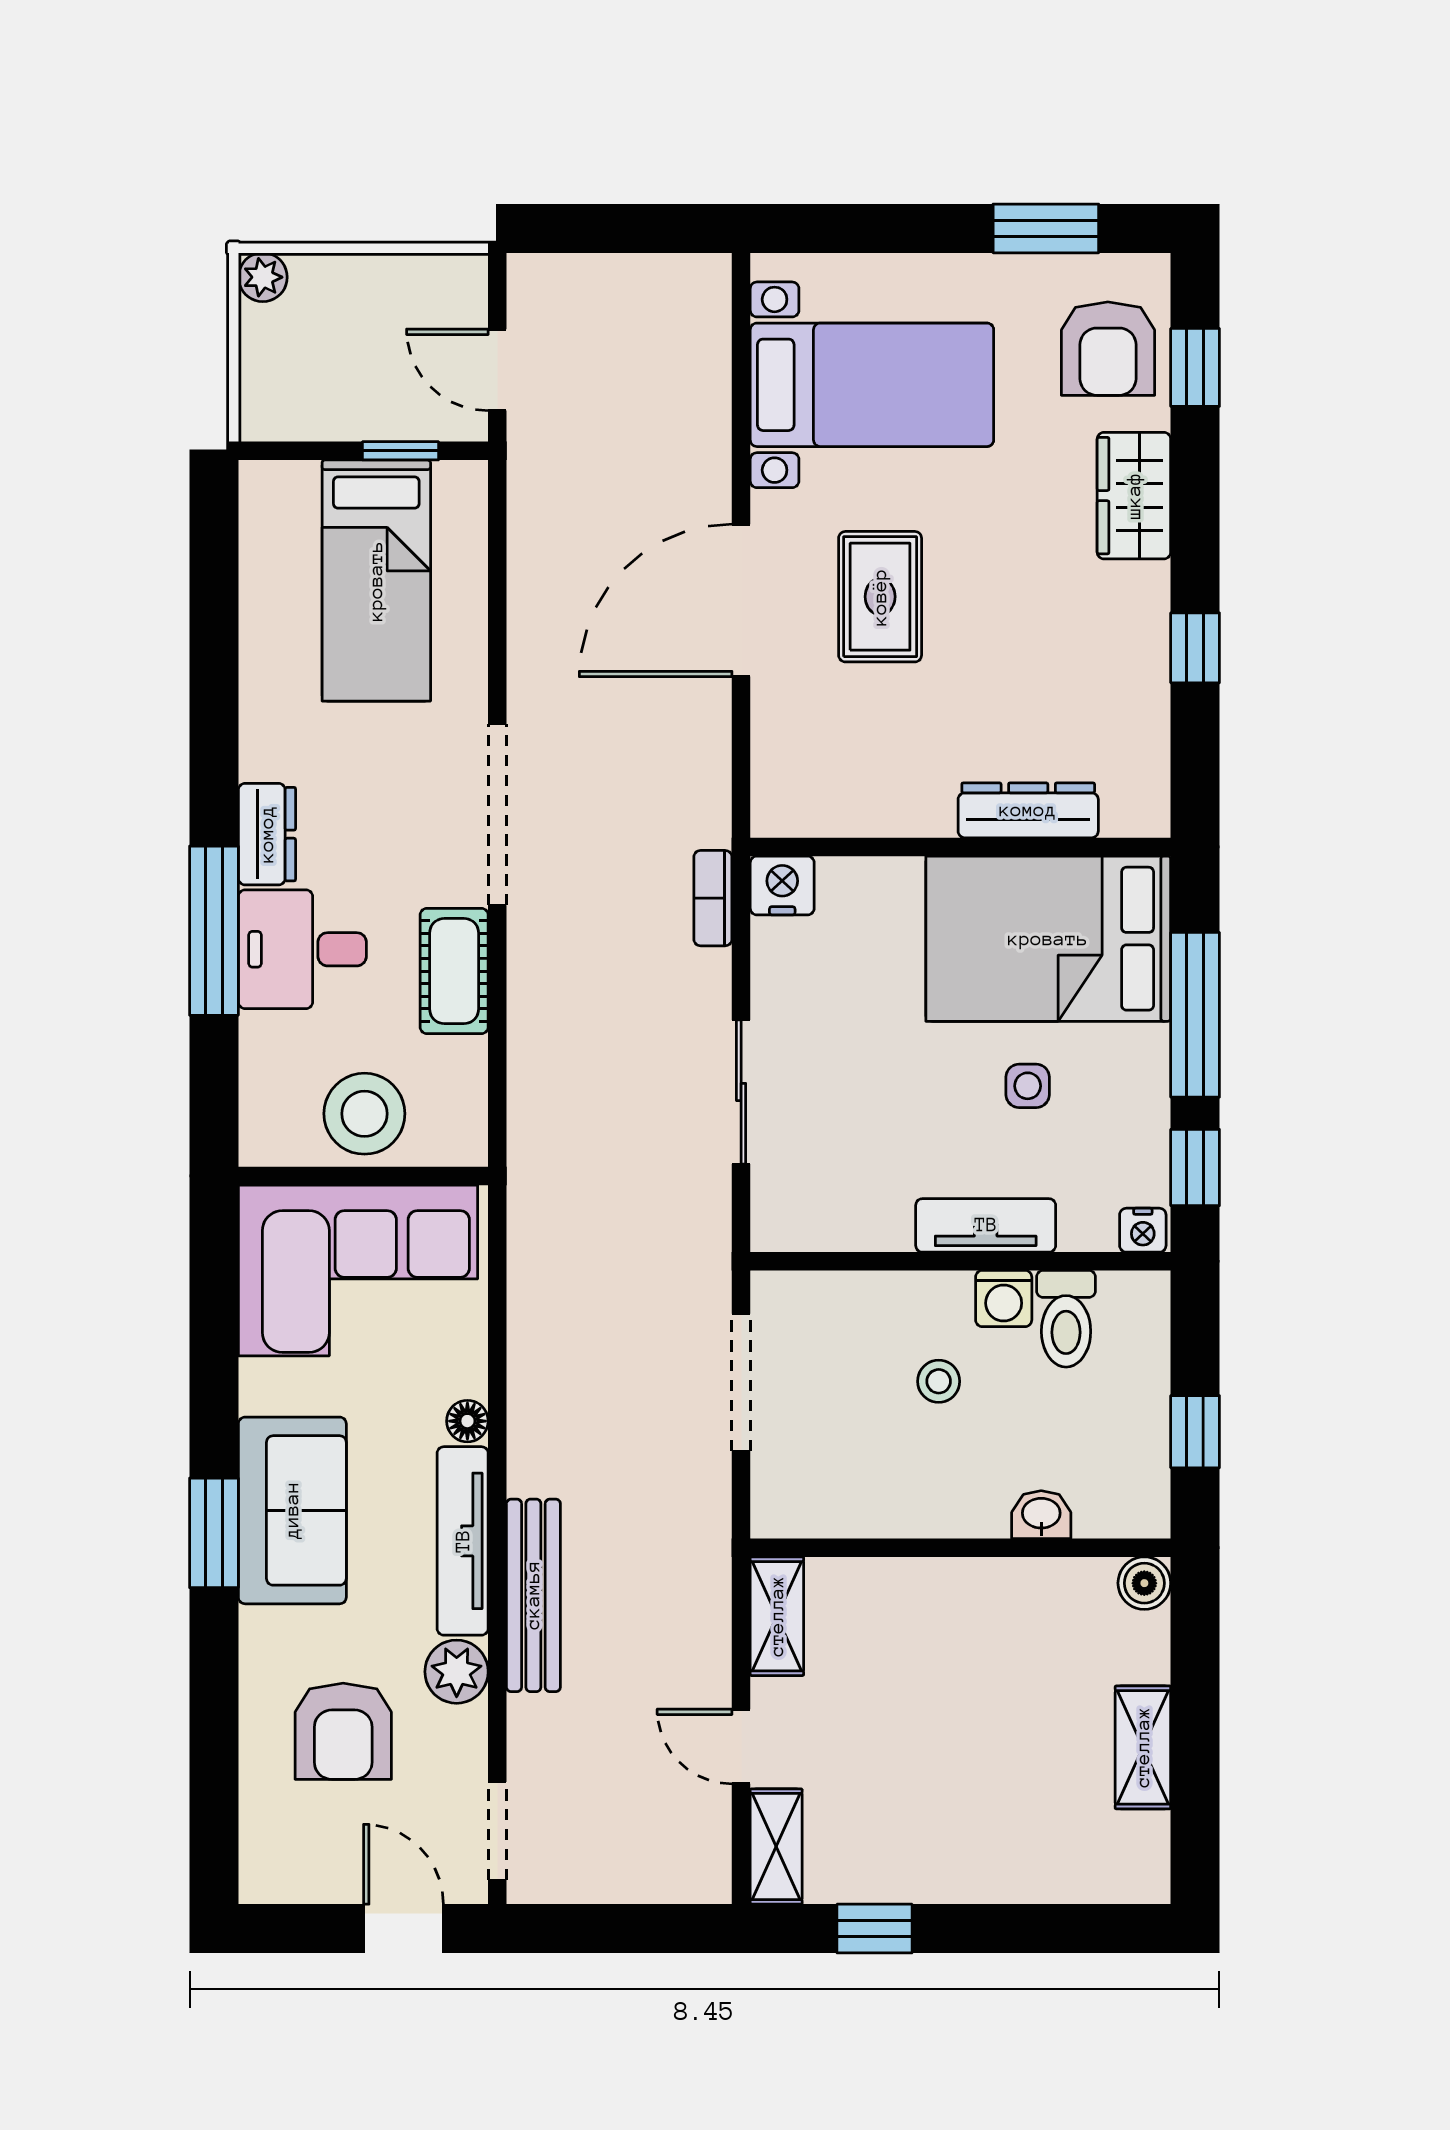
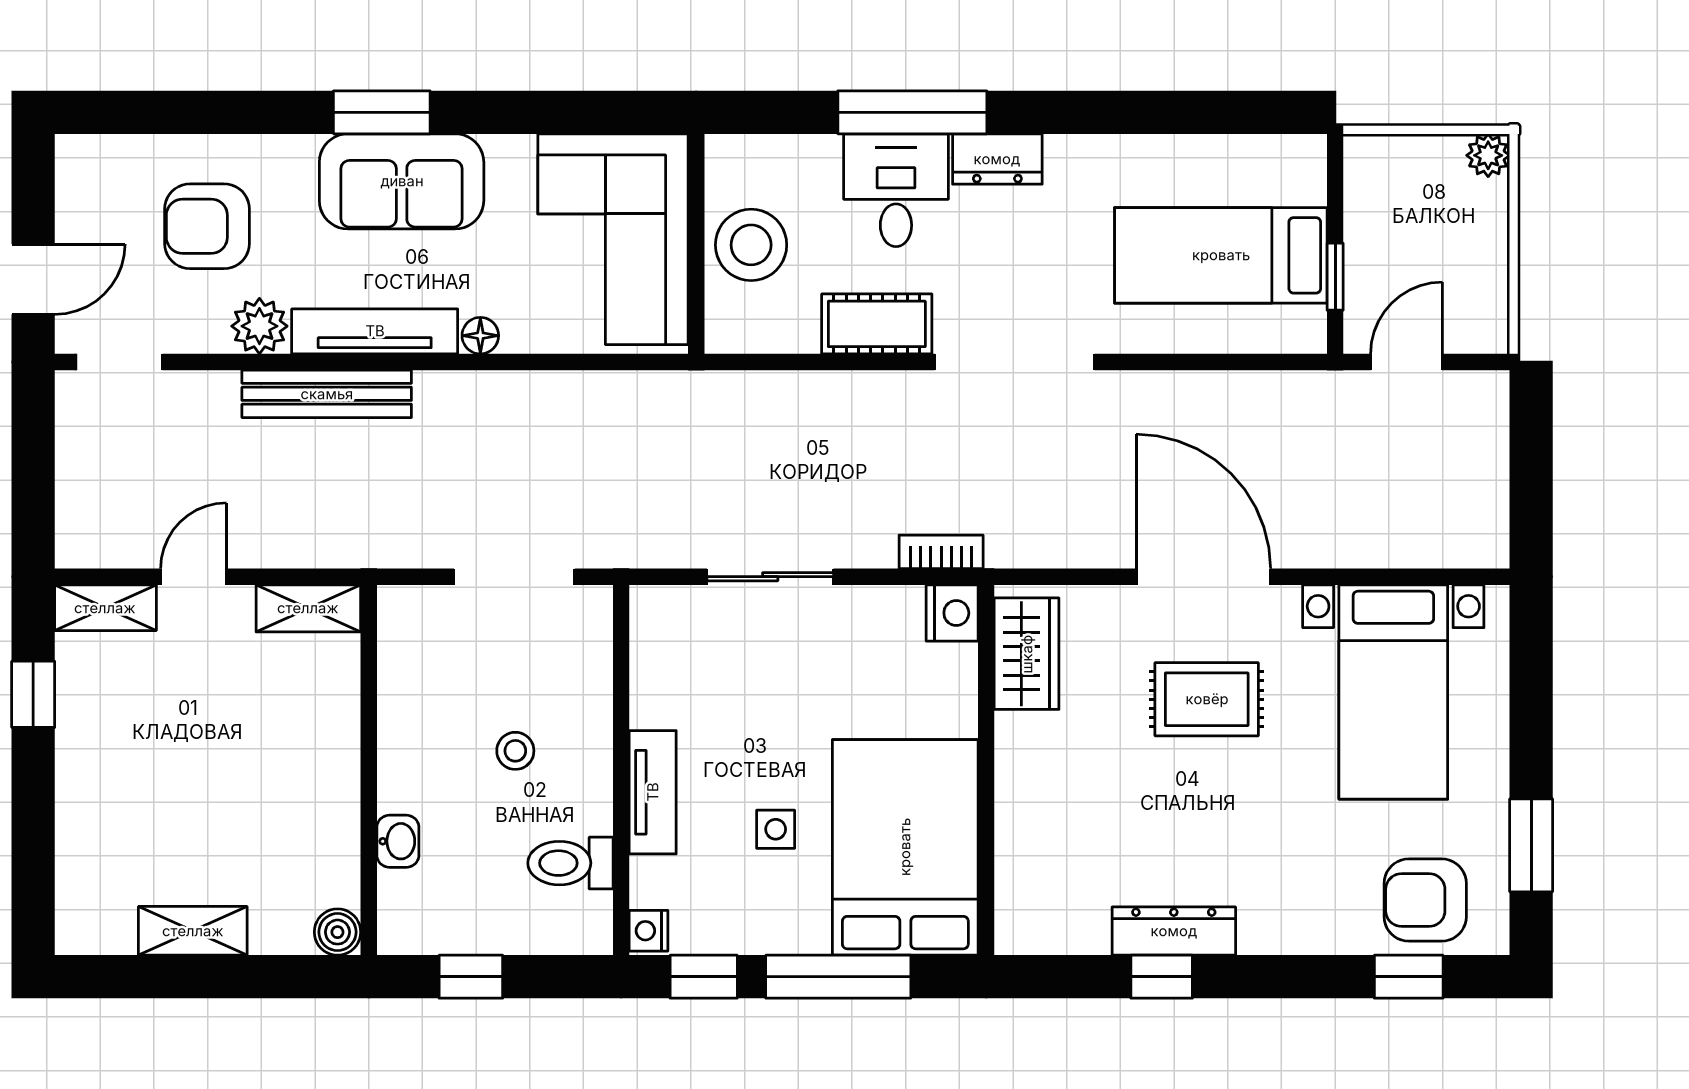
wardrobe: (1134, 496) -> (1027, 654), moved, turned 90
dresser: (1028, 810) -> (1174, 931), moved, turned -90
washing machine: (1004, 1299) -> (588, 808), removed

